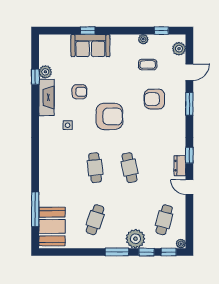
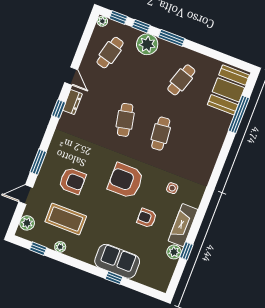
coffee table: (148, 65) -> (66, 219), width x1.86, depth x1.72

